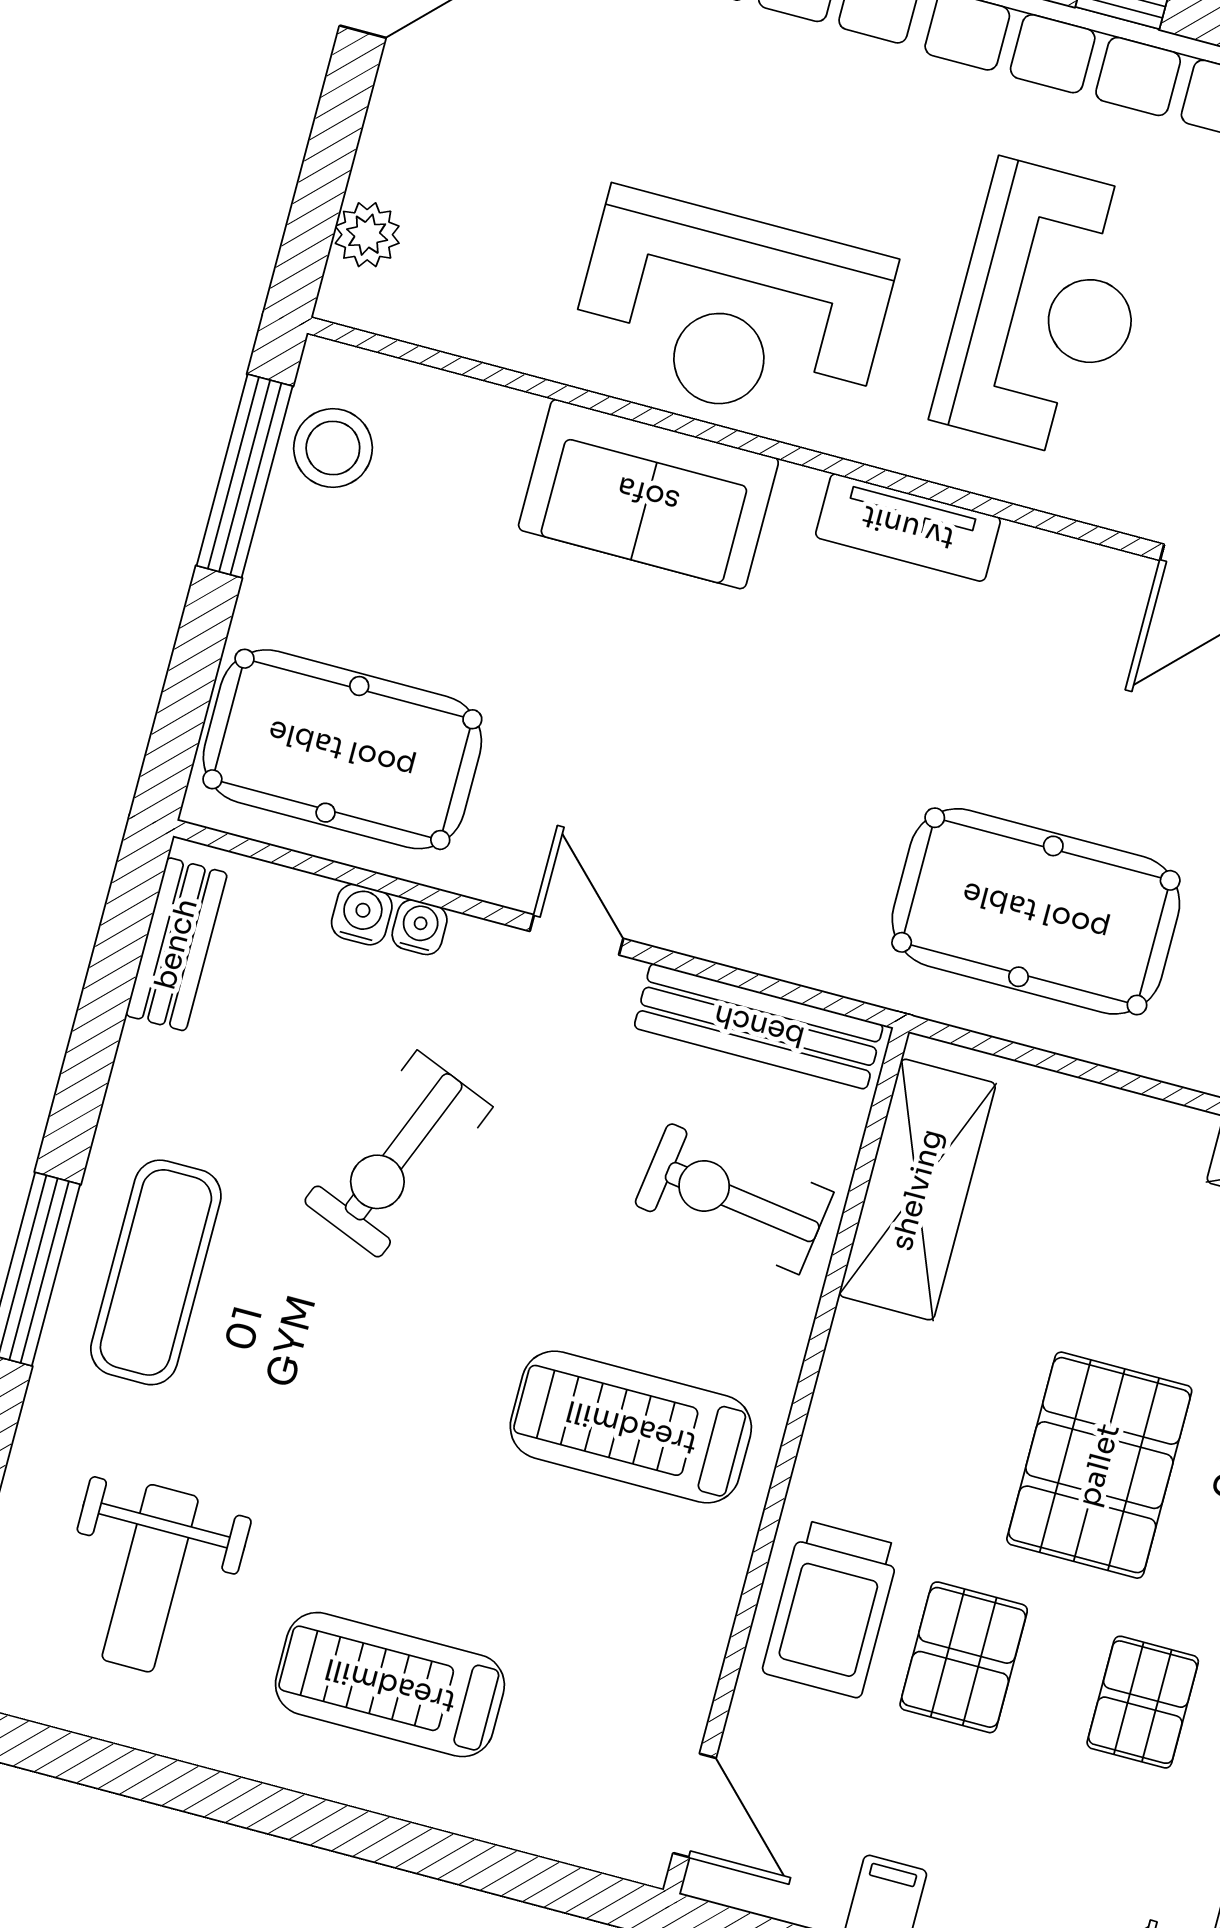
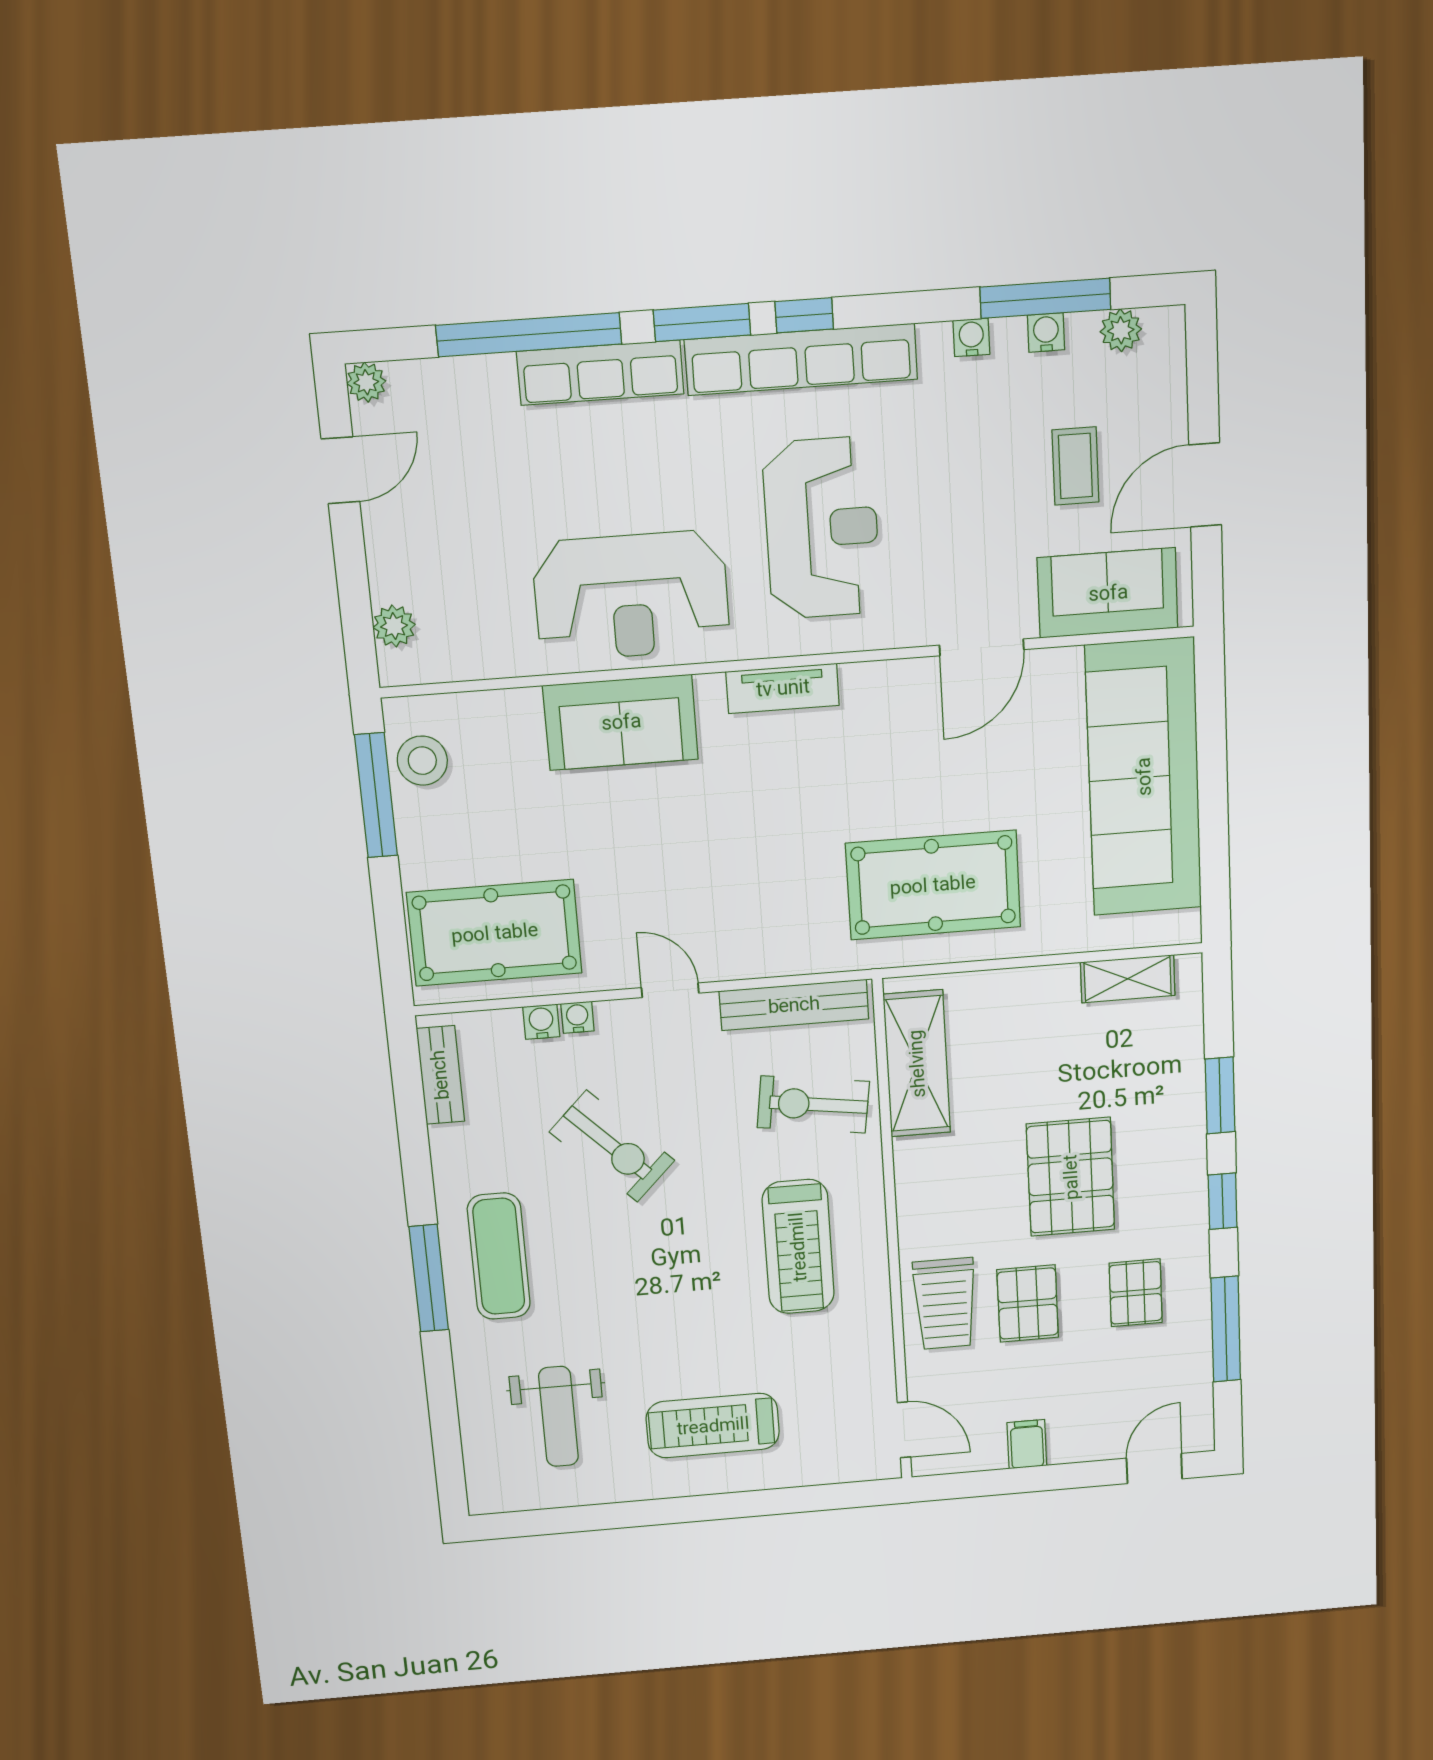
exercise bike: (398, 1154) -> (612, 1146), turned -67
treadmill: (631, 1427) -> (798, 1247), turned -90

